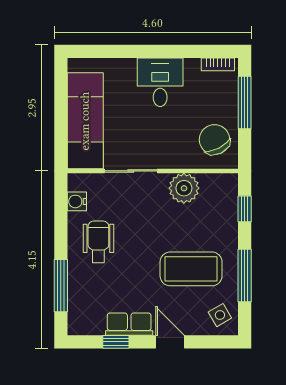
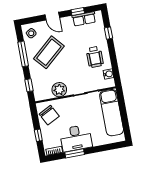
window: (177, 51) -> (75, 153), added
desk: (160, 82) -> (76, 138), width x1.37
window: (245, 102) -> (38, 135), width x0.46
coffee table: (191, 269) -> (49, 52), turned -41
window: (61, 286) -> (109, 33), width x0.46
row of seats: (129, 324) -> (84, 19), moved

